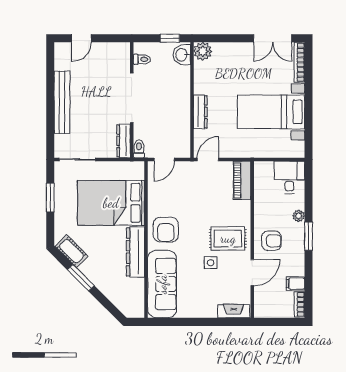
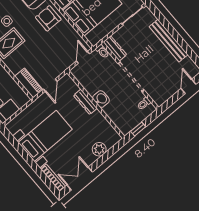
plant: (203, 51) -> (99, 149), moved
washbasin: (182, 55) -> (101, 99), moved
door: (208, 159) -> (50, 85), moved

